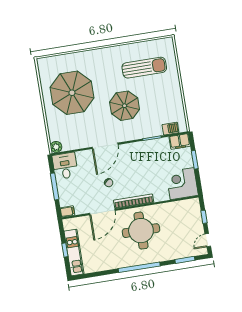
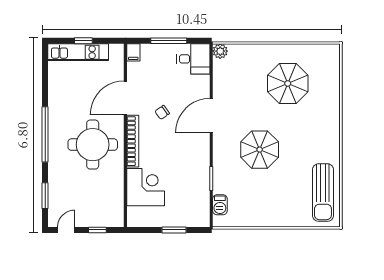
sun lounger: (144, 68) -> (323, 193), moved
parasol: (72, 93) -> (288, 83), width x0.73, depth x0.73
filing cabinet: (180, 141) -> (201, 214), removed
door: (105, 146) -> (211, 116), hinge flipped
corner desk: (182, 184) -> (146, 187), moved
door: (102, 212) -> (125, 98), hinge flipped
door: (208, 240) -> (66, 230), hinge flipped

